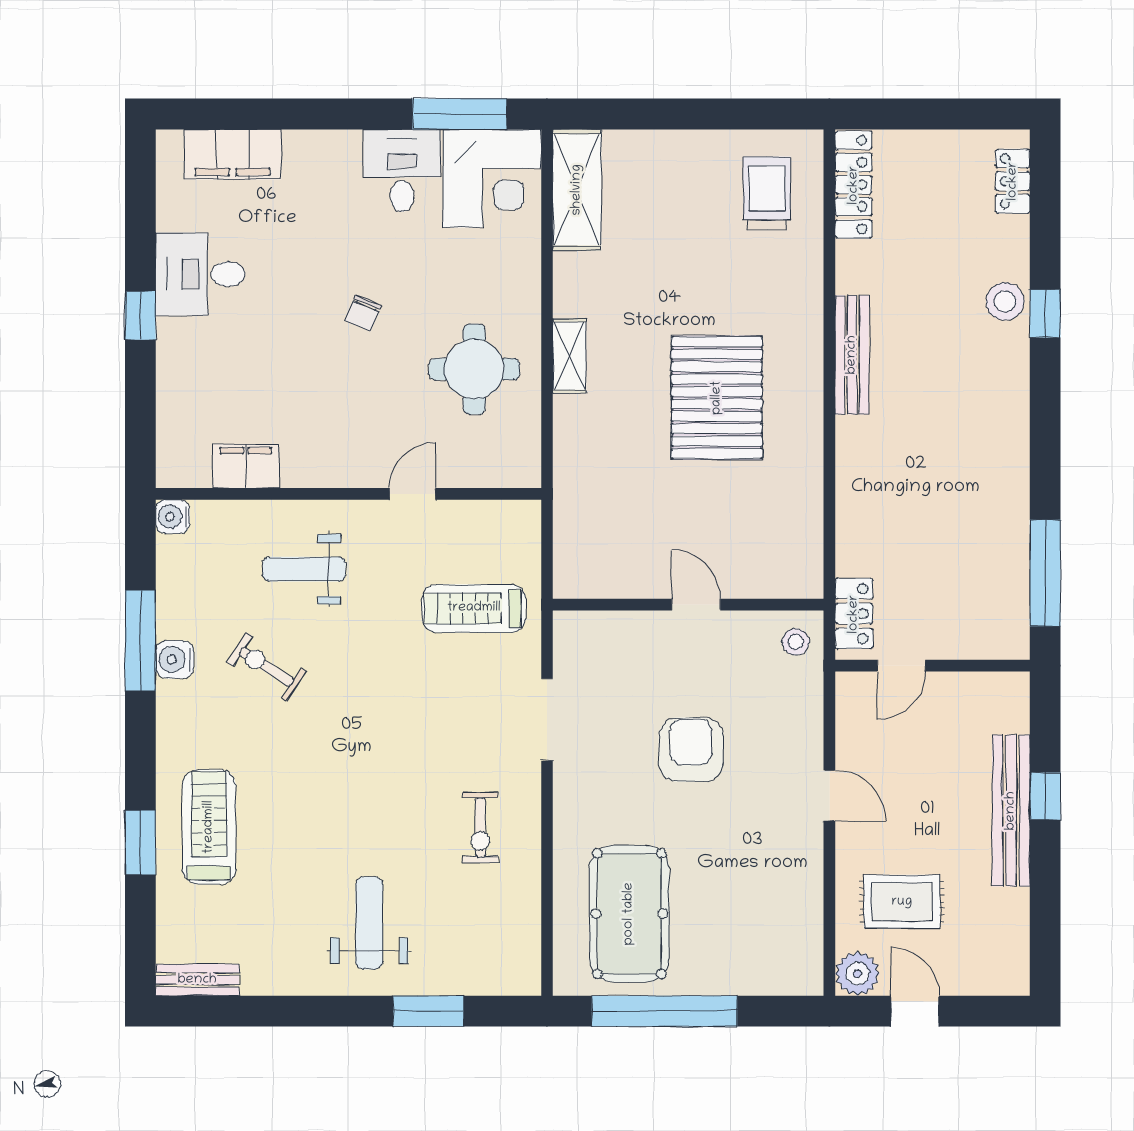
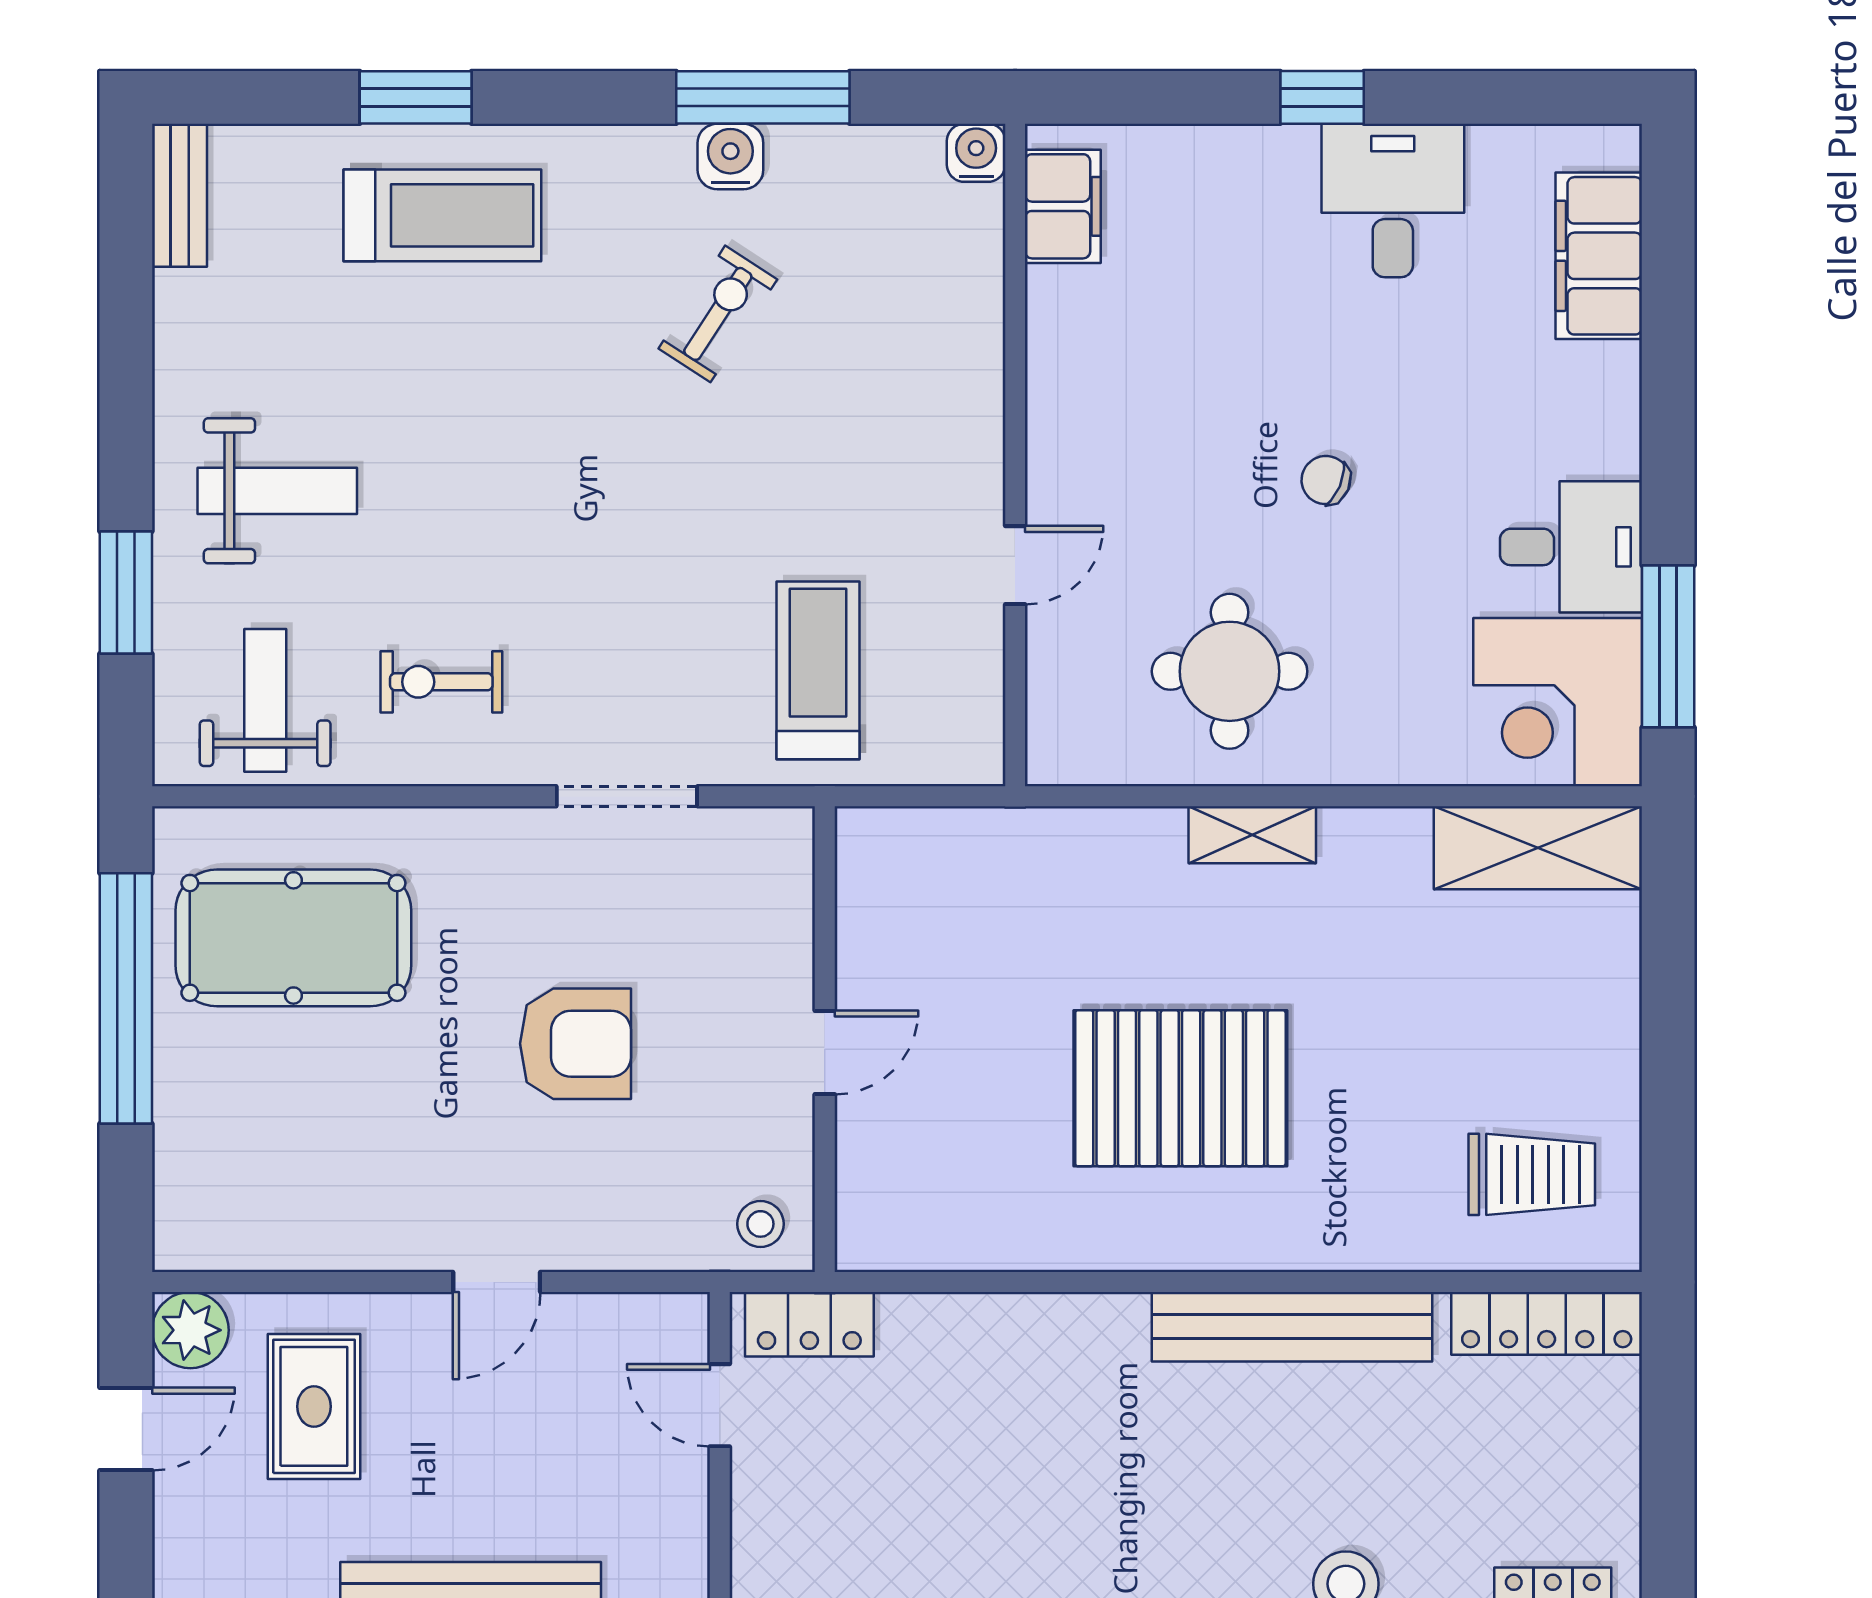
bench: (852, 355) -> (1292, 1327), width x1.37, depth x1.21
filing cabinet: (246, 466) -> (1063, 206), moved
door: (412, 494) -> (1015, 565), hinge flipped
weight bench: (304, 569) -> (265, 700), moved

